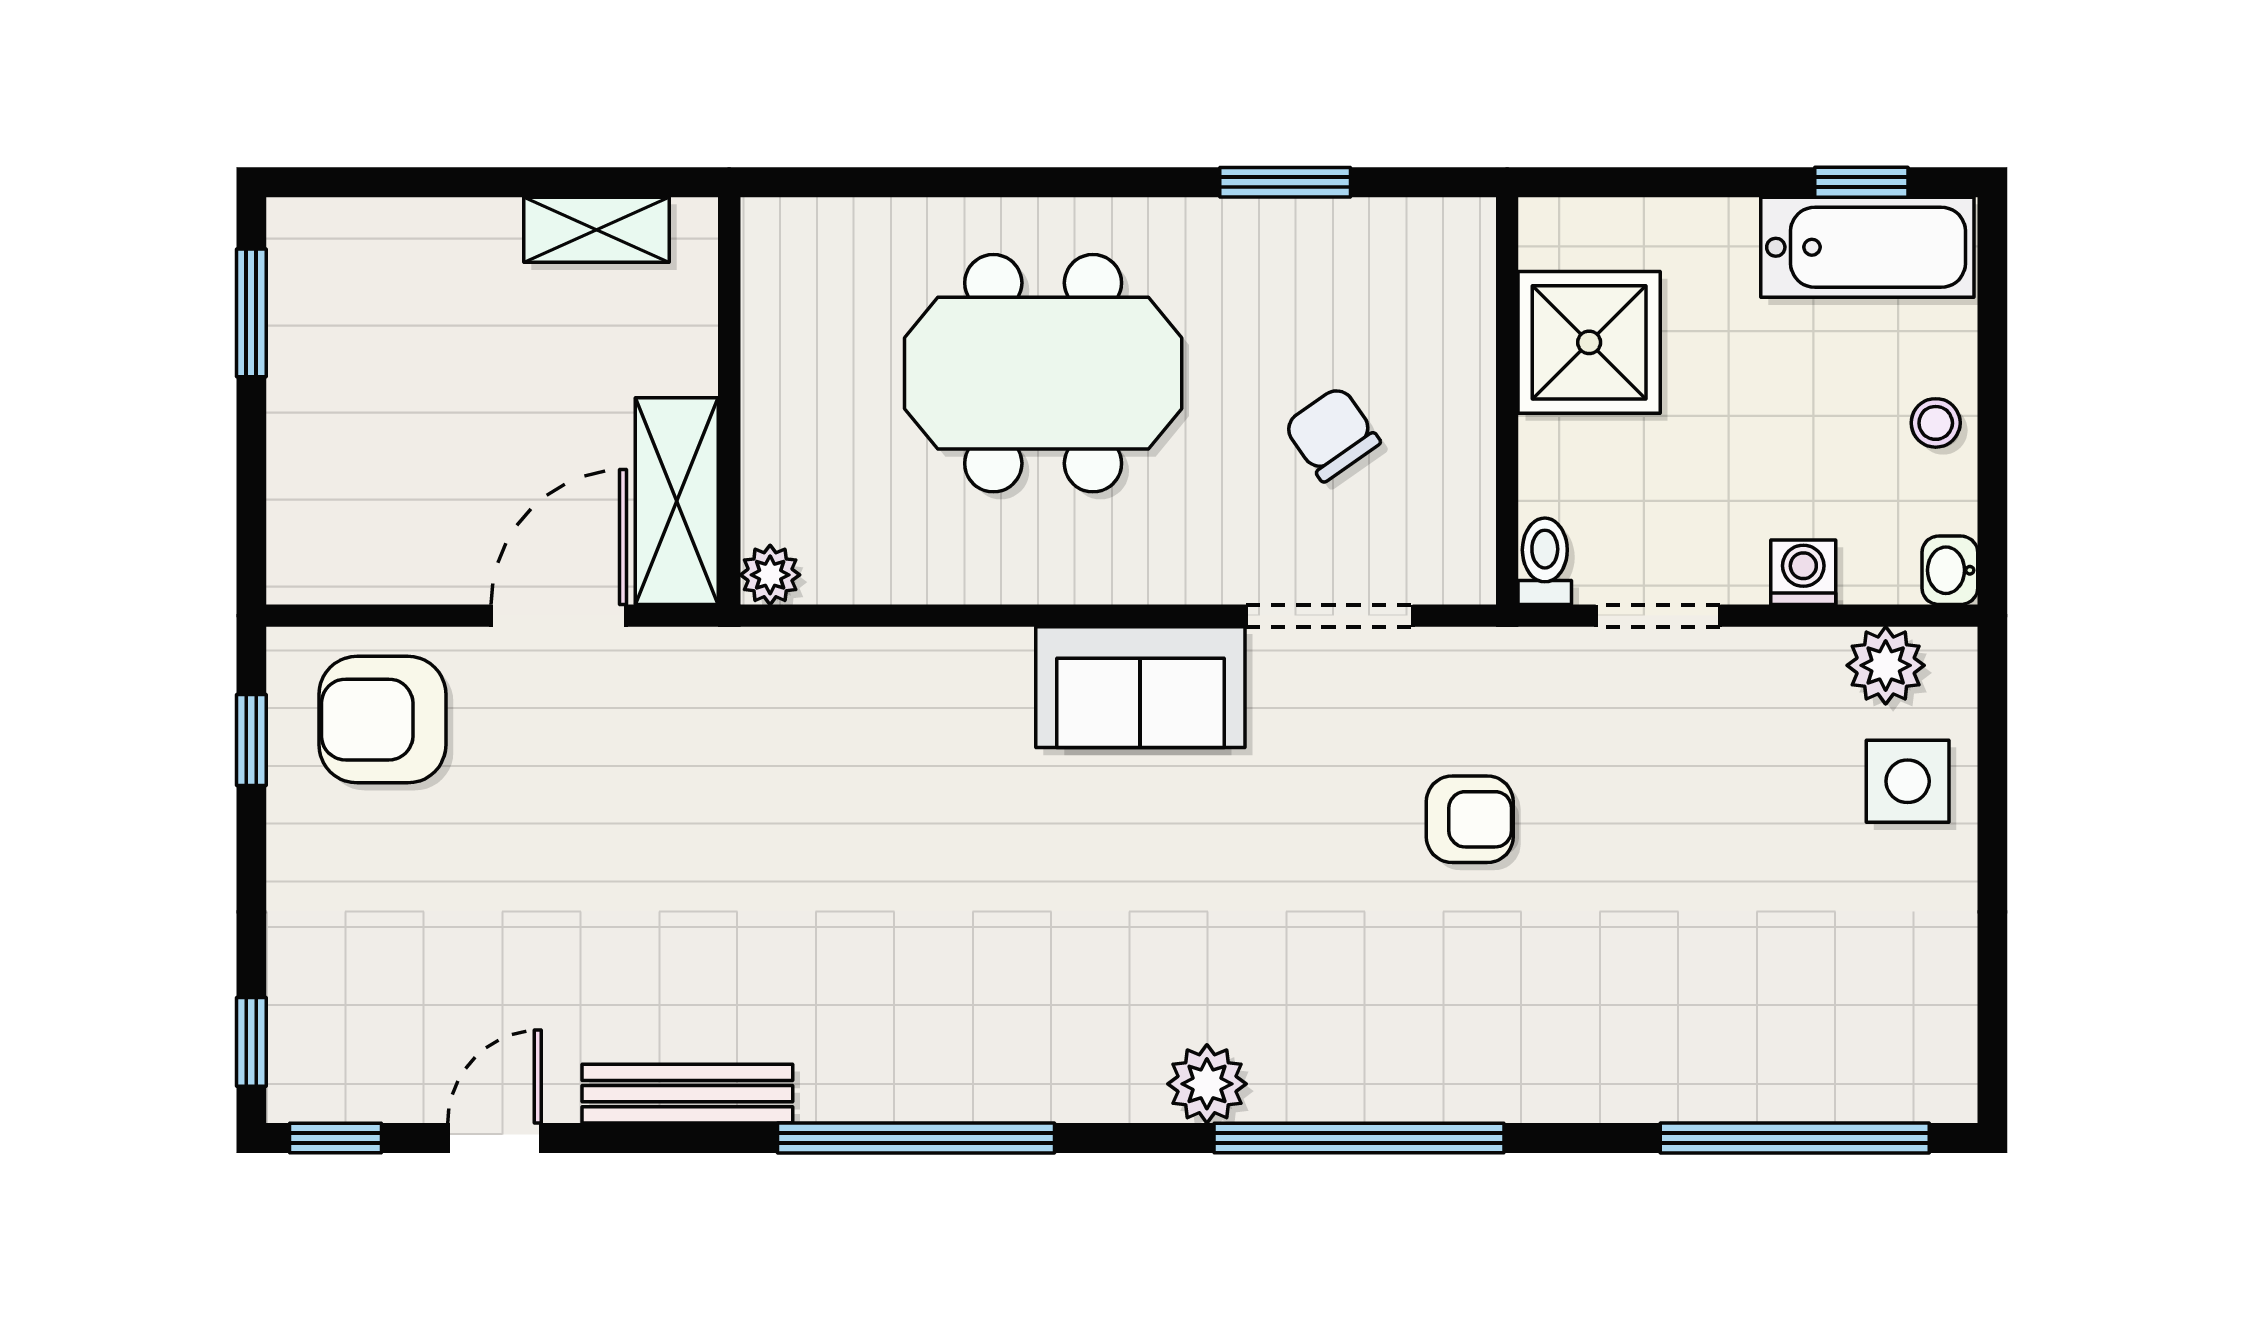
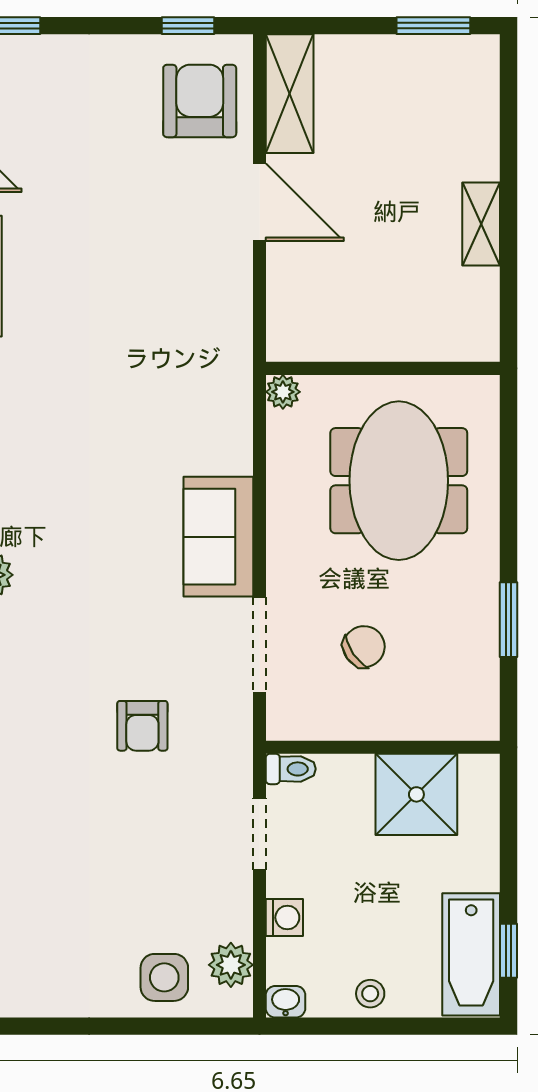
wall: (729, 401) -> (383, 368), moved
shelving: (677, 501) -> (290, 94), moved, turned 90
plant: (770, 575) -> (283, 392), moved

